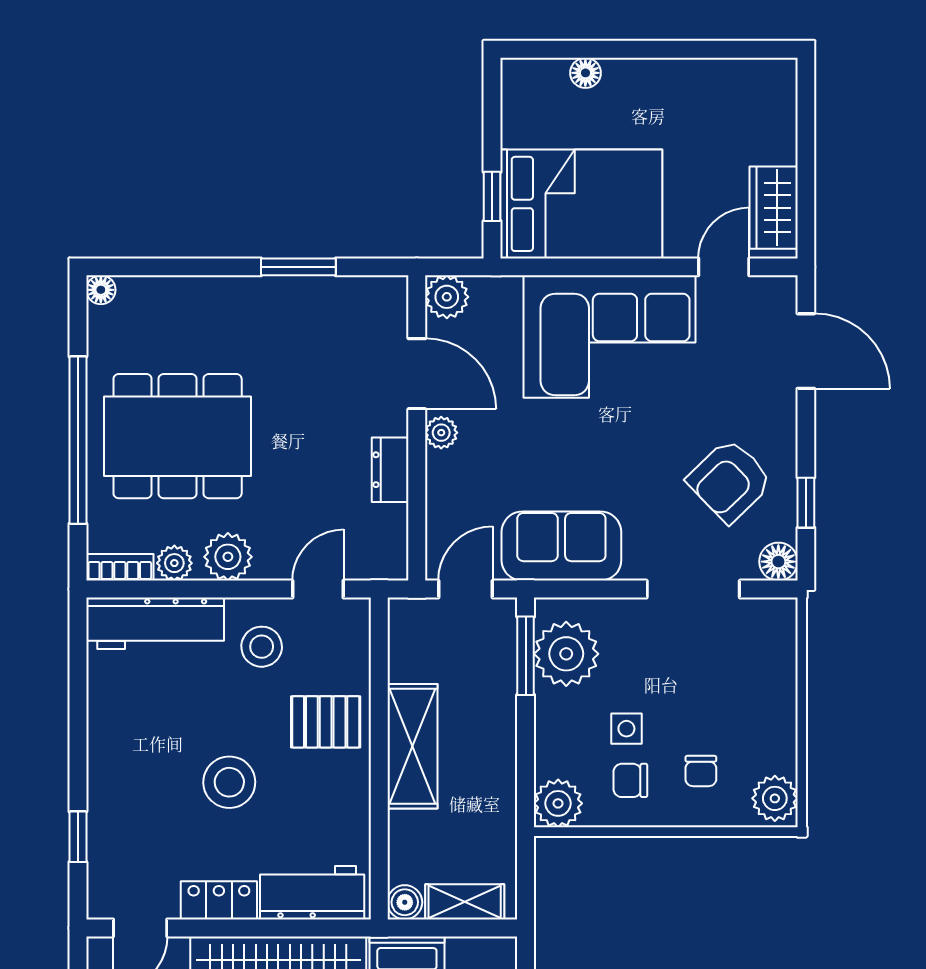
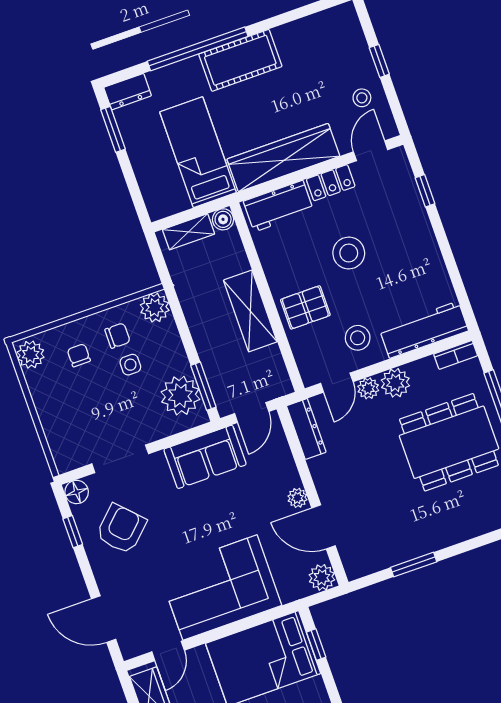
dresser: (390, 470) -> (306, 429), moved, width x1.44
plant: (174, 563) -> (368, 388), moved

